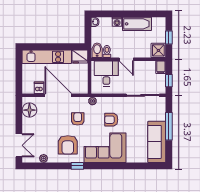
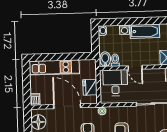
fridge: (80, 57) -> (90, 87), moved, turned 90
dishwasher: (39, 88) -> (35, 99), moved

